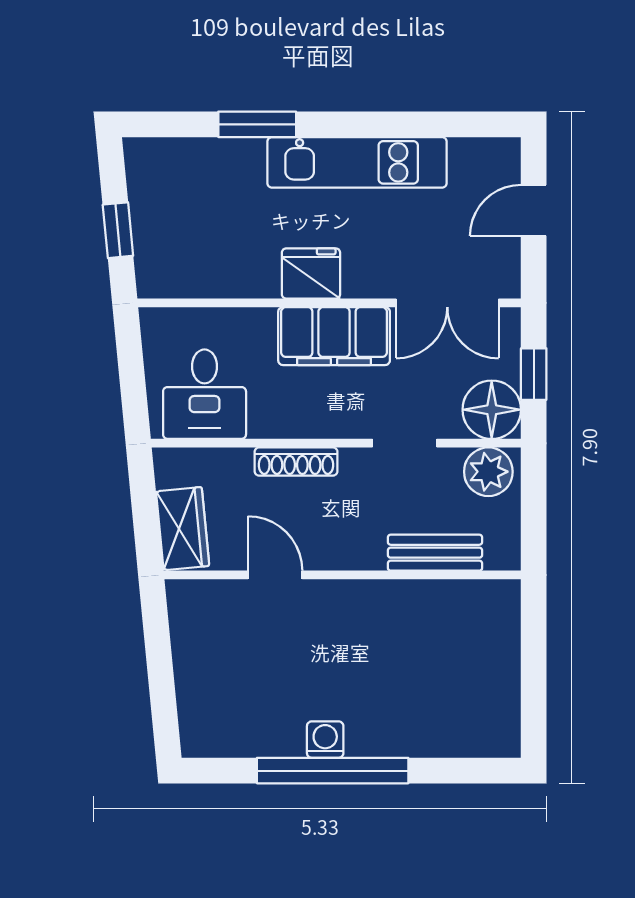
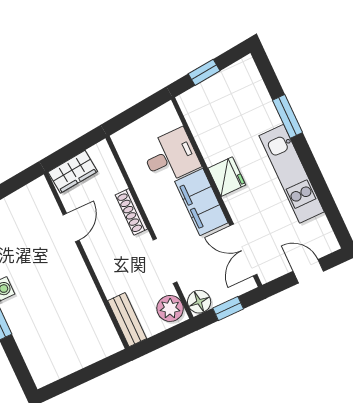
desk: (205, 394) -> (171, 156), moved, turned 180
floor lamp: (492, 410) -> (199, 302), width x0.73, depth x0.73
doorway: (405, 443) -> (165, 261), width x1.38
bench: (435, 553) -> (127, 320), moved

